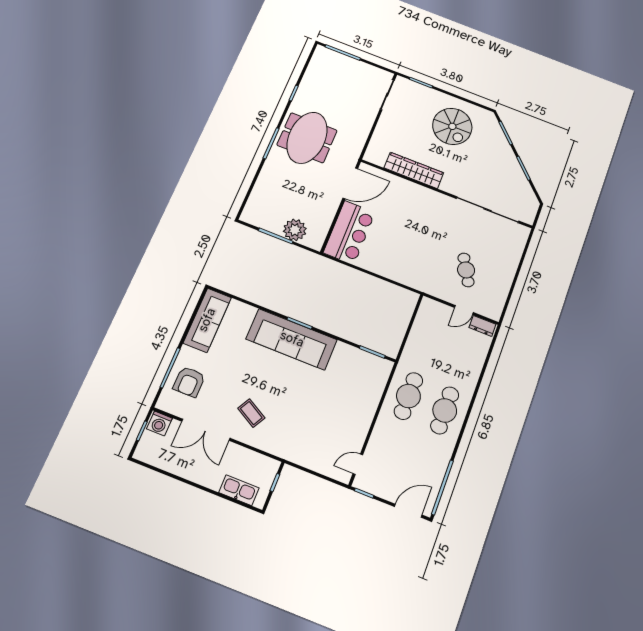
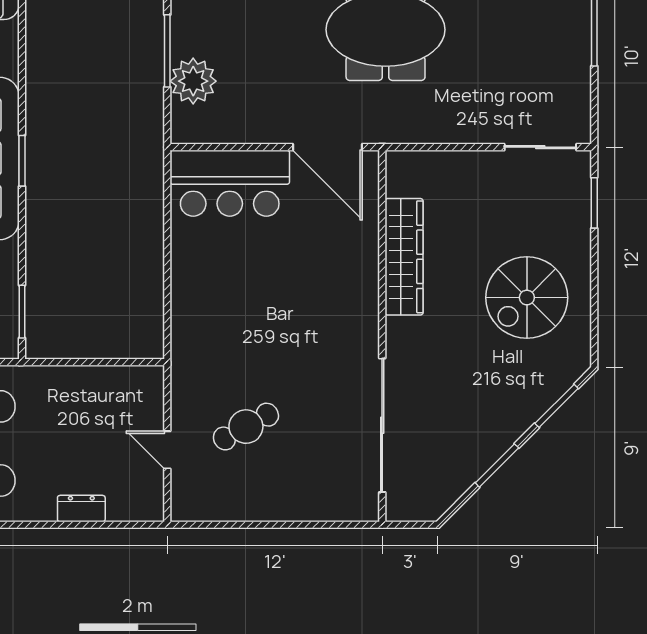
dresser: (482, 326) -> (81, 509), moved, turned 90

